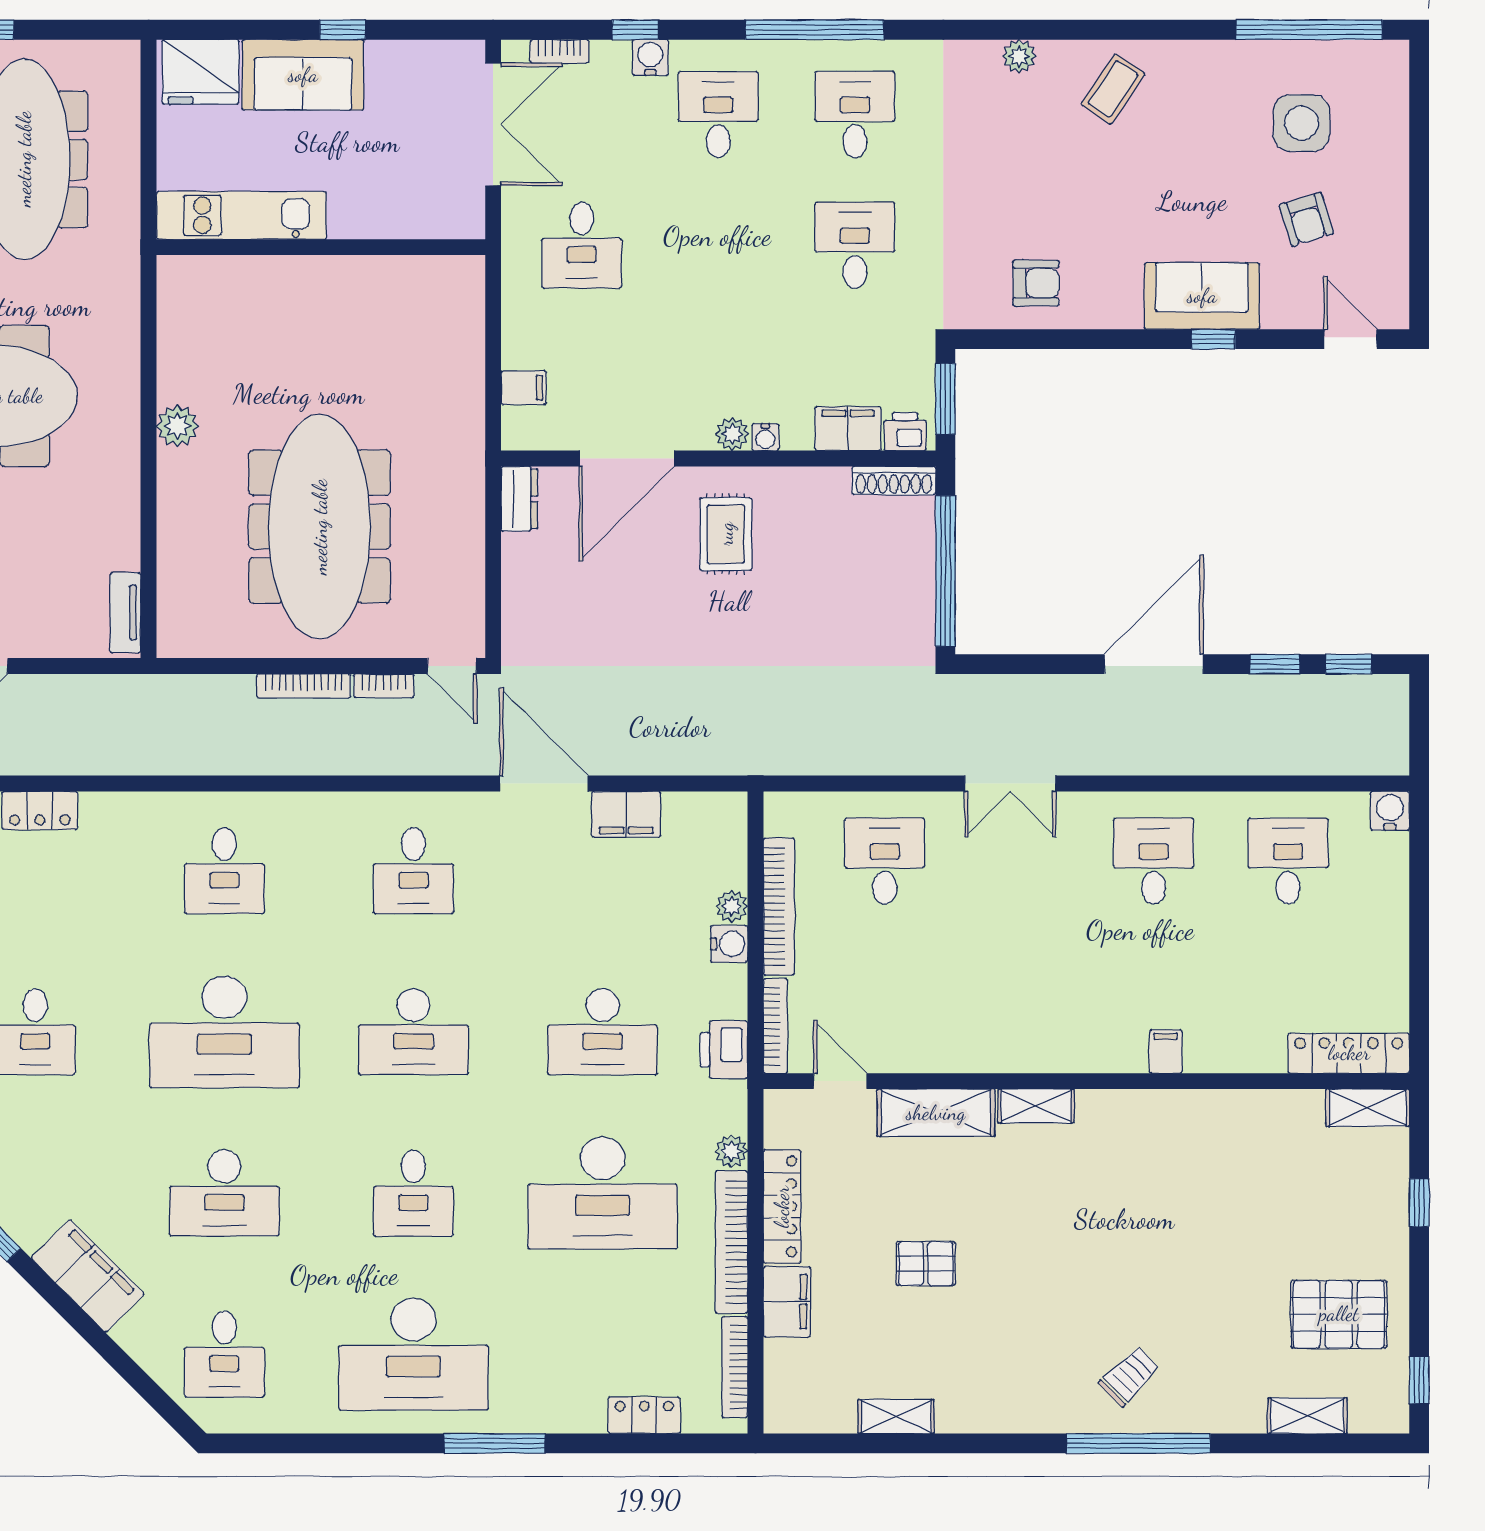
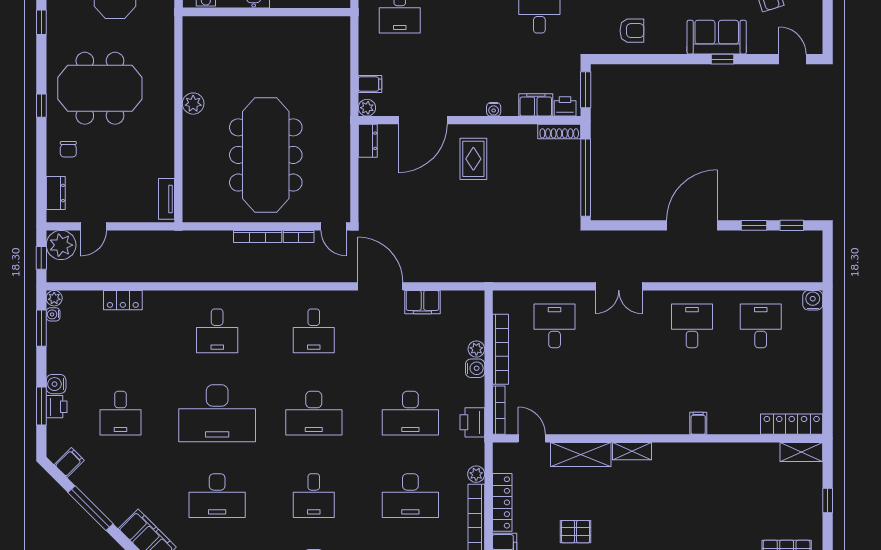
plant: (732, 434) -> (367, 108), moved
desk: (603, 1193) -> (410, 496), width x0.73, depth x0.77

